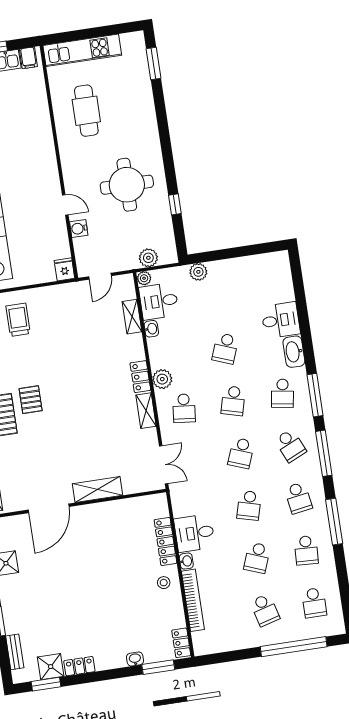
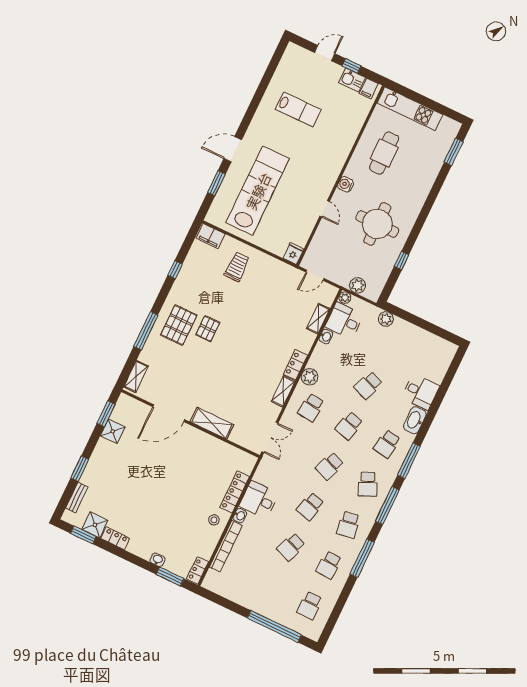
water cooler: (79, 229) -> (346, 184), moved
school desk: (265, 610) -> (272, 587), removed

